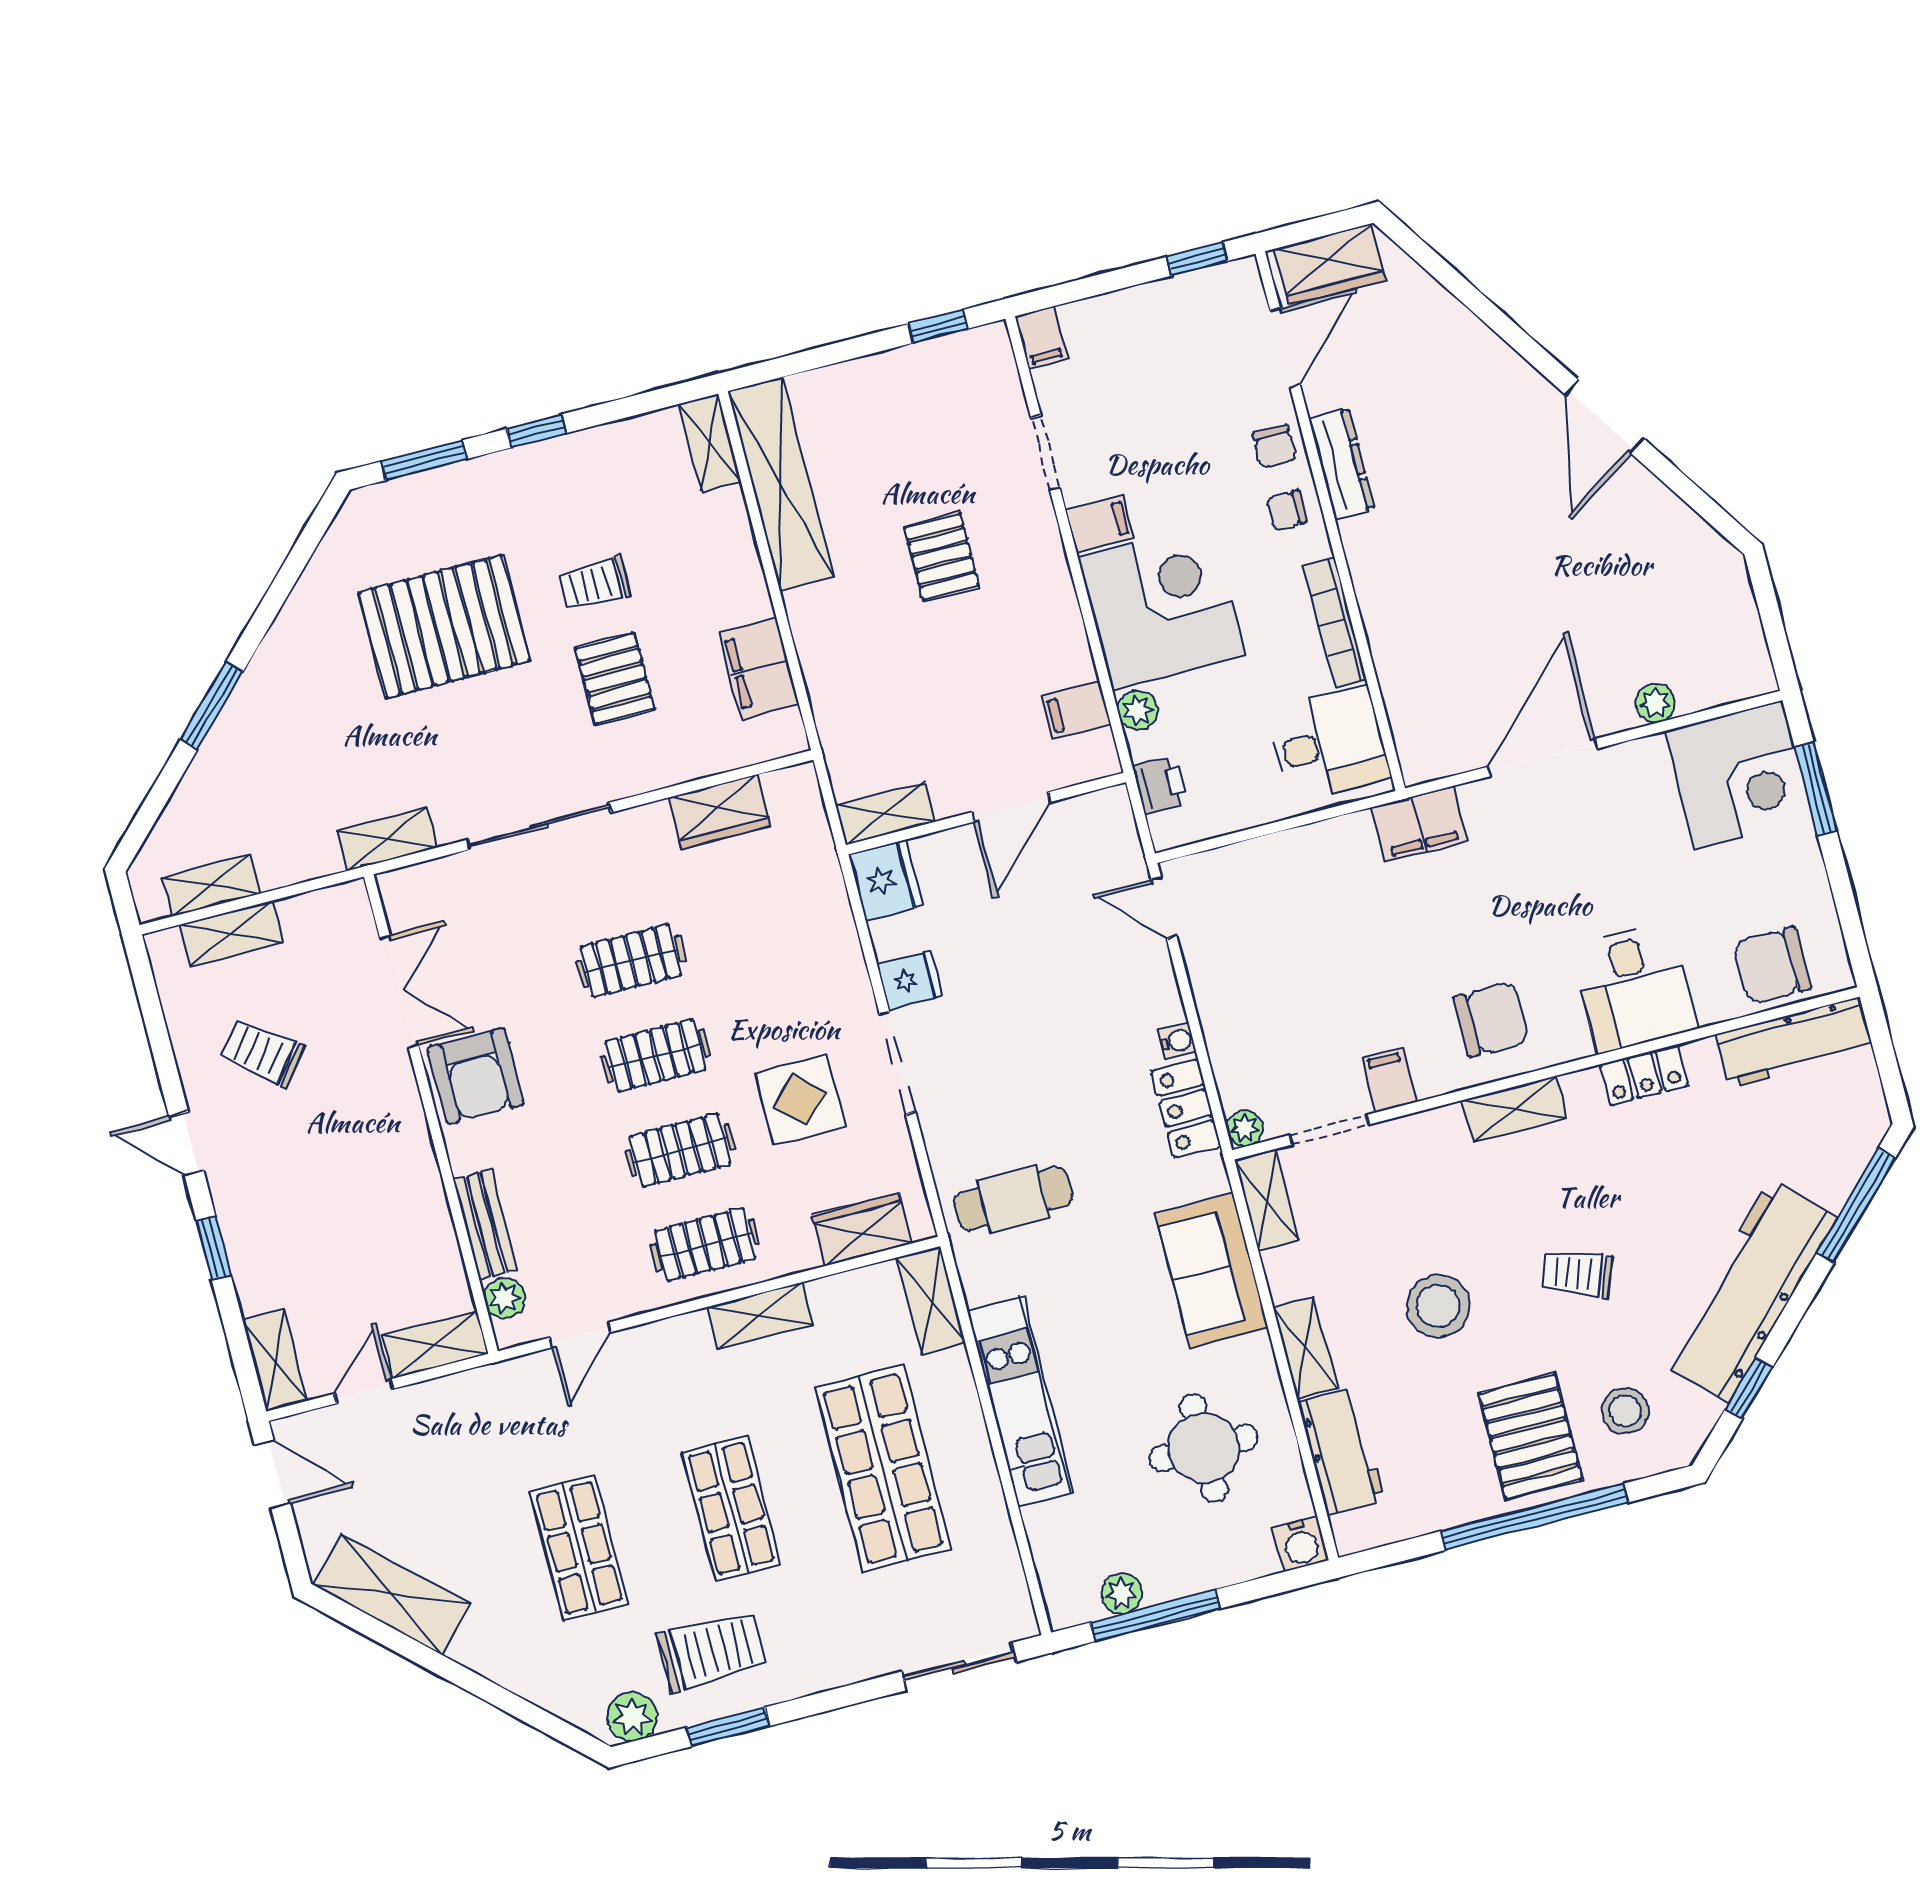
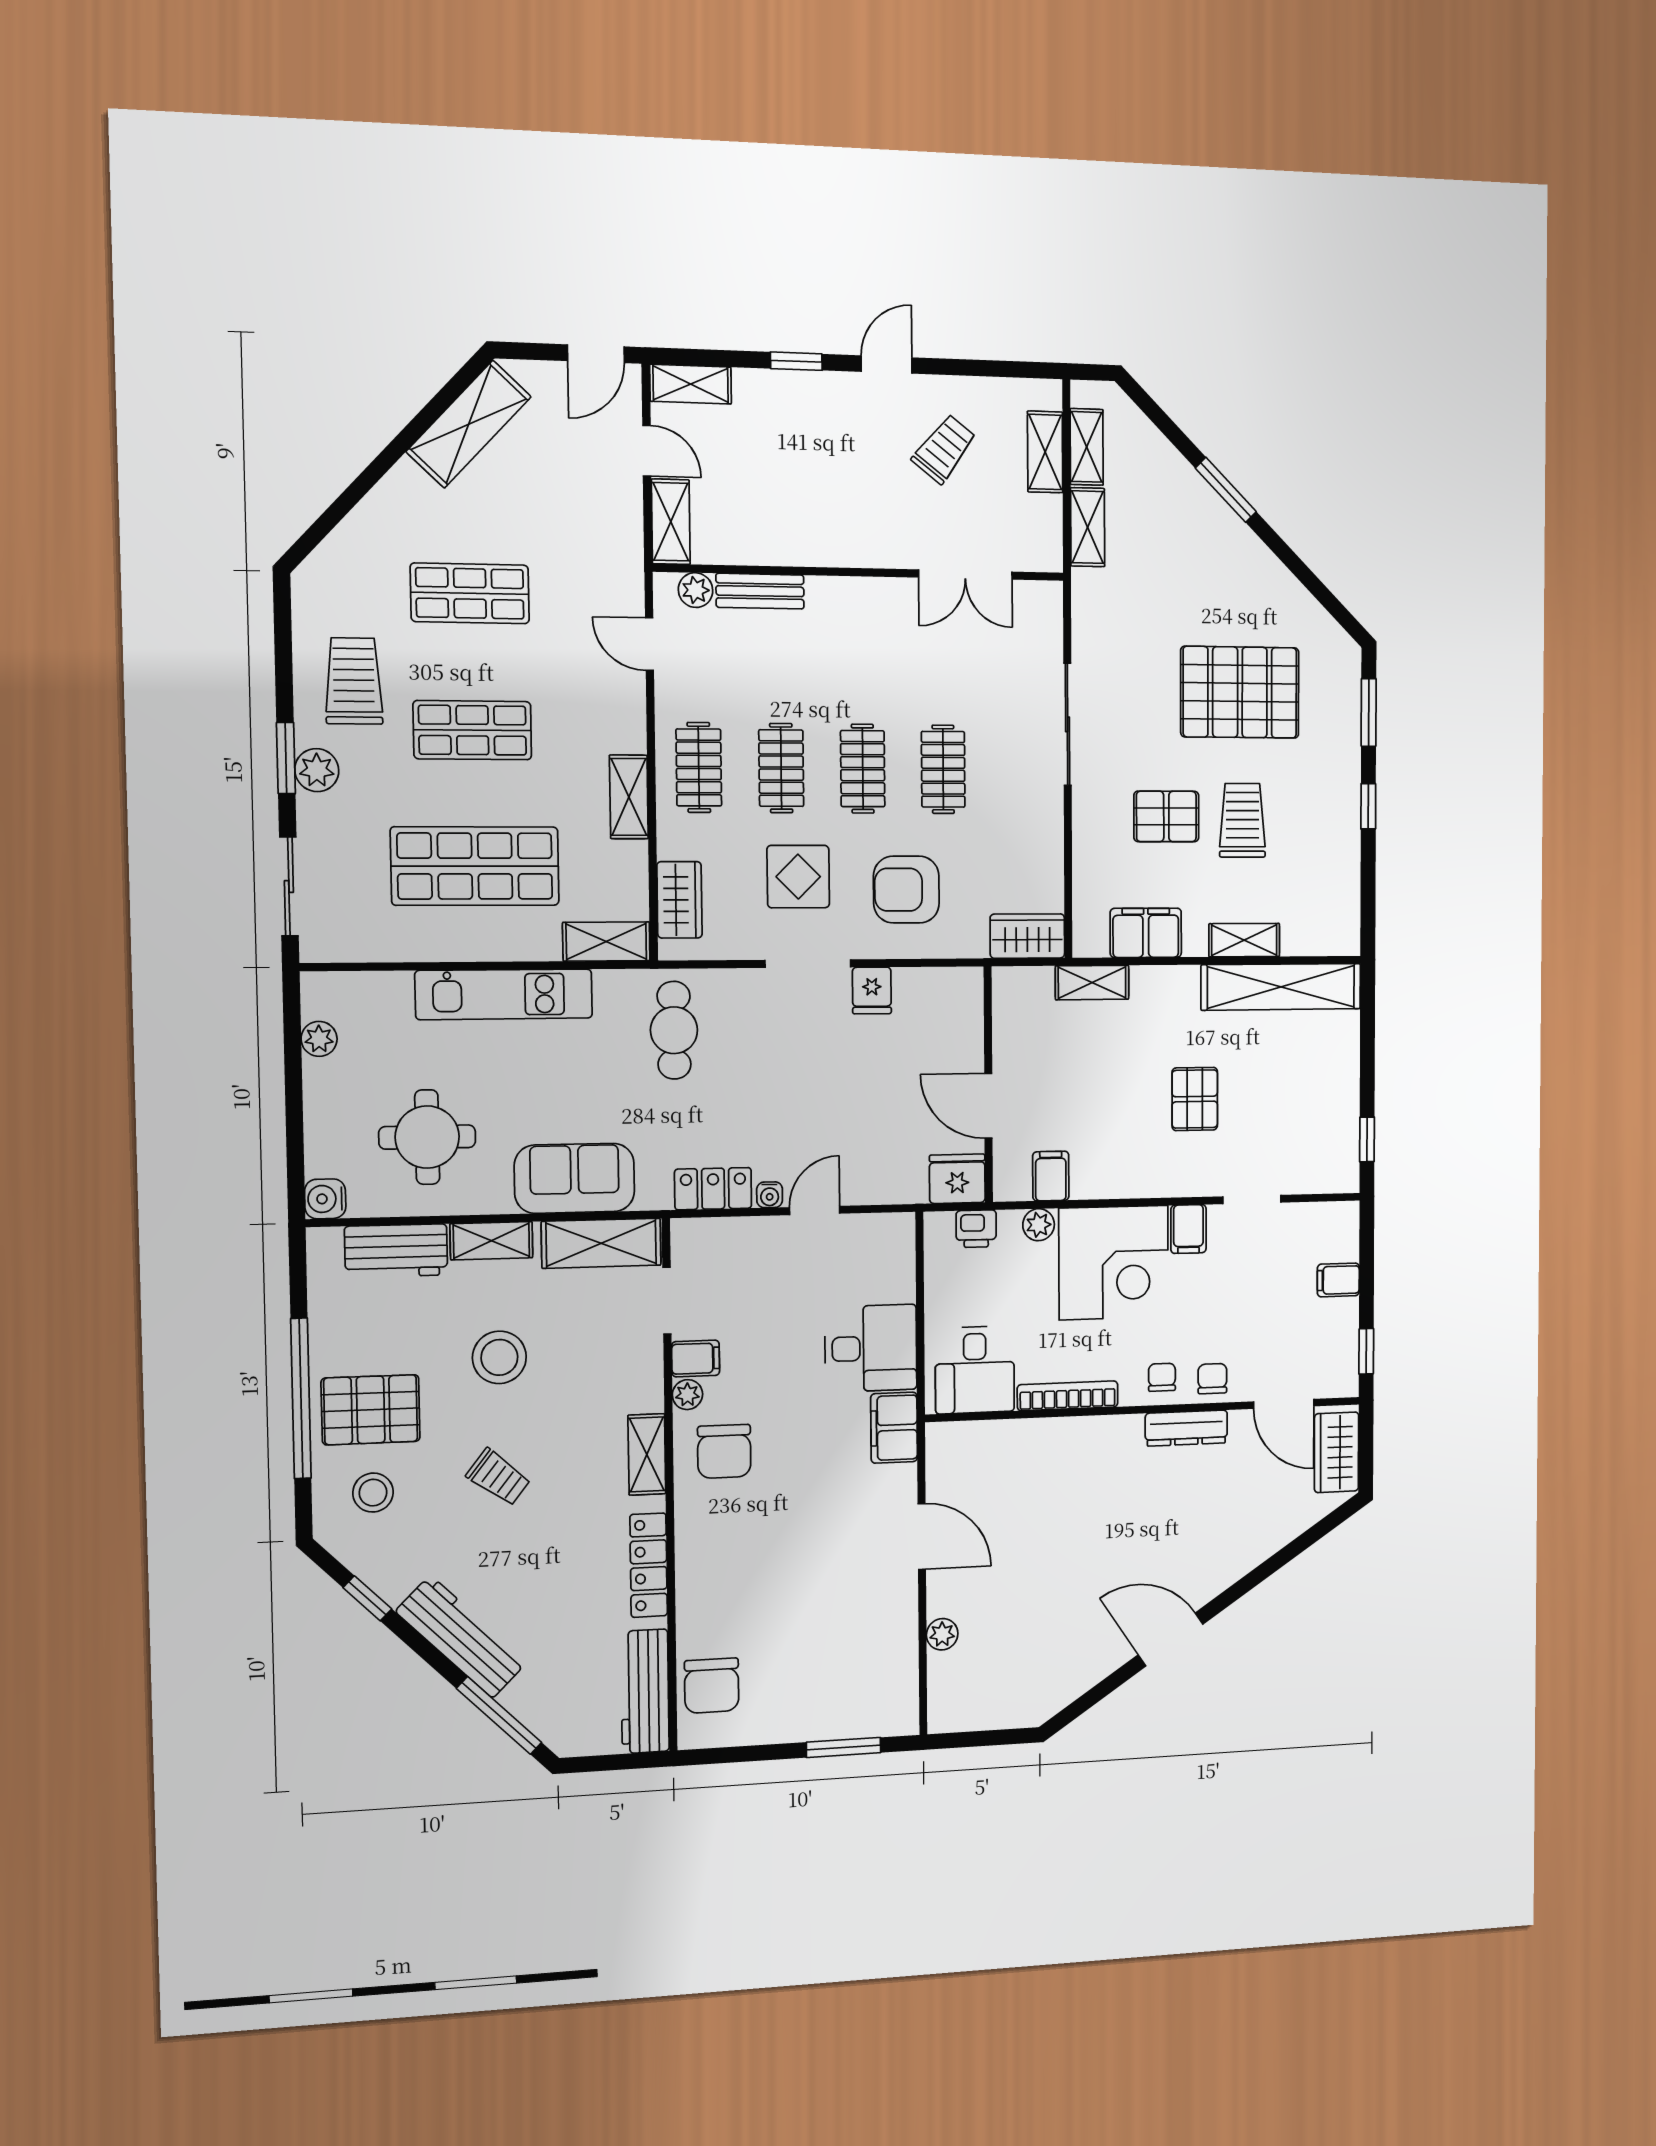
filing cabinet: (1042, 338) -> (1338, 1280), moved
shelving: (710, 443) -> (1244, 940), moved
chair: (1274, 446) -> (1212, 1379), turned 90
pallet: (942, 556) -> (1195, 1099), turned 90
trolley: (595, 584) -> (1242, 820), width x1.36, depth x1.39
pallet: (444, 626) -> (1240, 692), turned 90
door: (1543, 758) -> (922, 1537), width x0.73
corner desk: (1739, 775) -> (870, 1689), removed
wardrobe: (720, 812) -> (1027, 936), moved, turned 90
shelving: (885, 814) -> (1092, 982), moved, turned 90
shelving: (387, 839) -> (1088, 527), moved
fridge: (885, 880) -> (957, 1179), moved, turned 180
door: (1164, 908) -> (815, 1210), moved
chair: (1772, 966) -> (712, 1686), turned 180
desk: (1634, 987) -> (871, 1348), moved, turned 180
locker: (1644, 1075) -> (649, 1565), width x1.53
armchair: (476, 1076) -> (906, 890), moved
plant: (1245, 1128) -> (687, 1395), moved
shelving: (1267, 1201) -> (601, 1243), width x1.50, depth x1.33
trolley: (1577, 1274) -> (498, 1477), turned 107
workbench: (1749, 1291) -> (462, 1637), width x0.73, depth x0.76
window: (1155, 1616) -> (293, 1063), removed
trolley: (712, 1651) -> (354, 681), turned 180
plant: (632, 1717) -> (317, 770), moved
window: (728, 1727) -> (286, 758), moved

